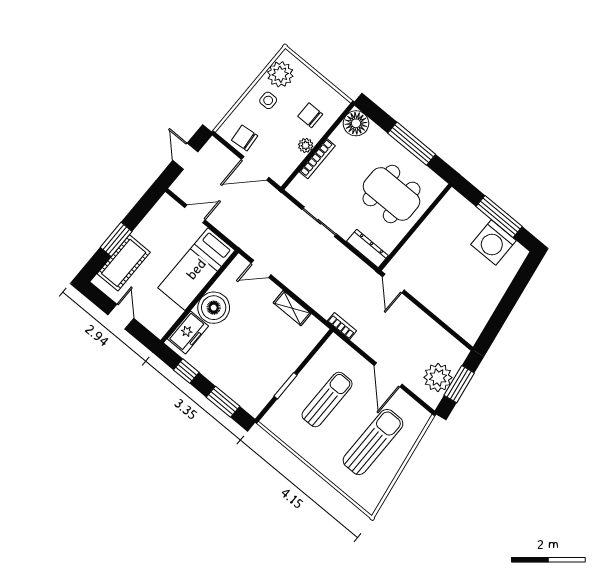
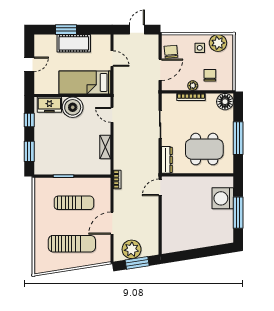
door: (255, 168) -> (160, 70), swing flipped
dining table: (391, 194) -> (204, 149), turned 90
washing machine: (493, 243) -> (223, 198), moved
cot: (124, 263) -> (74, 43), moved

